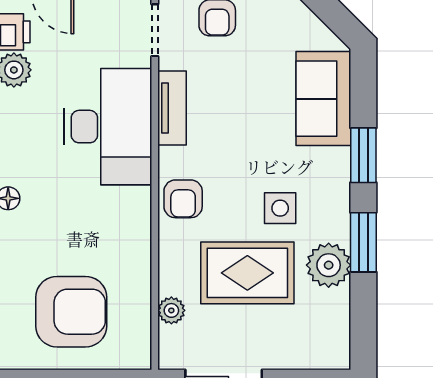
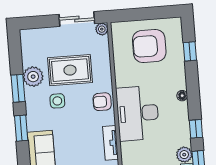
desk: (108, 127) -> (138, 113), moved
armchair: (183, 199) -> (102, 102), turned -90
plant: (171, 310) -> (102, 29), moved

